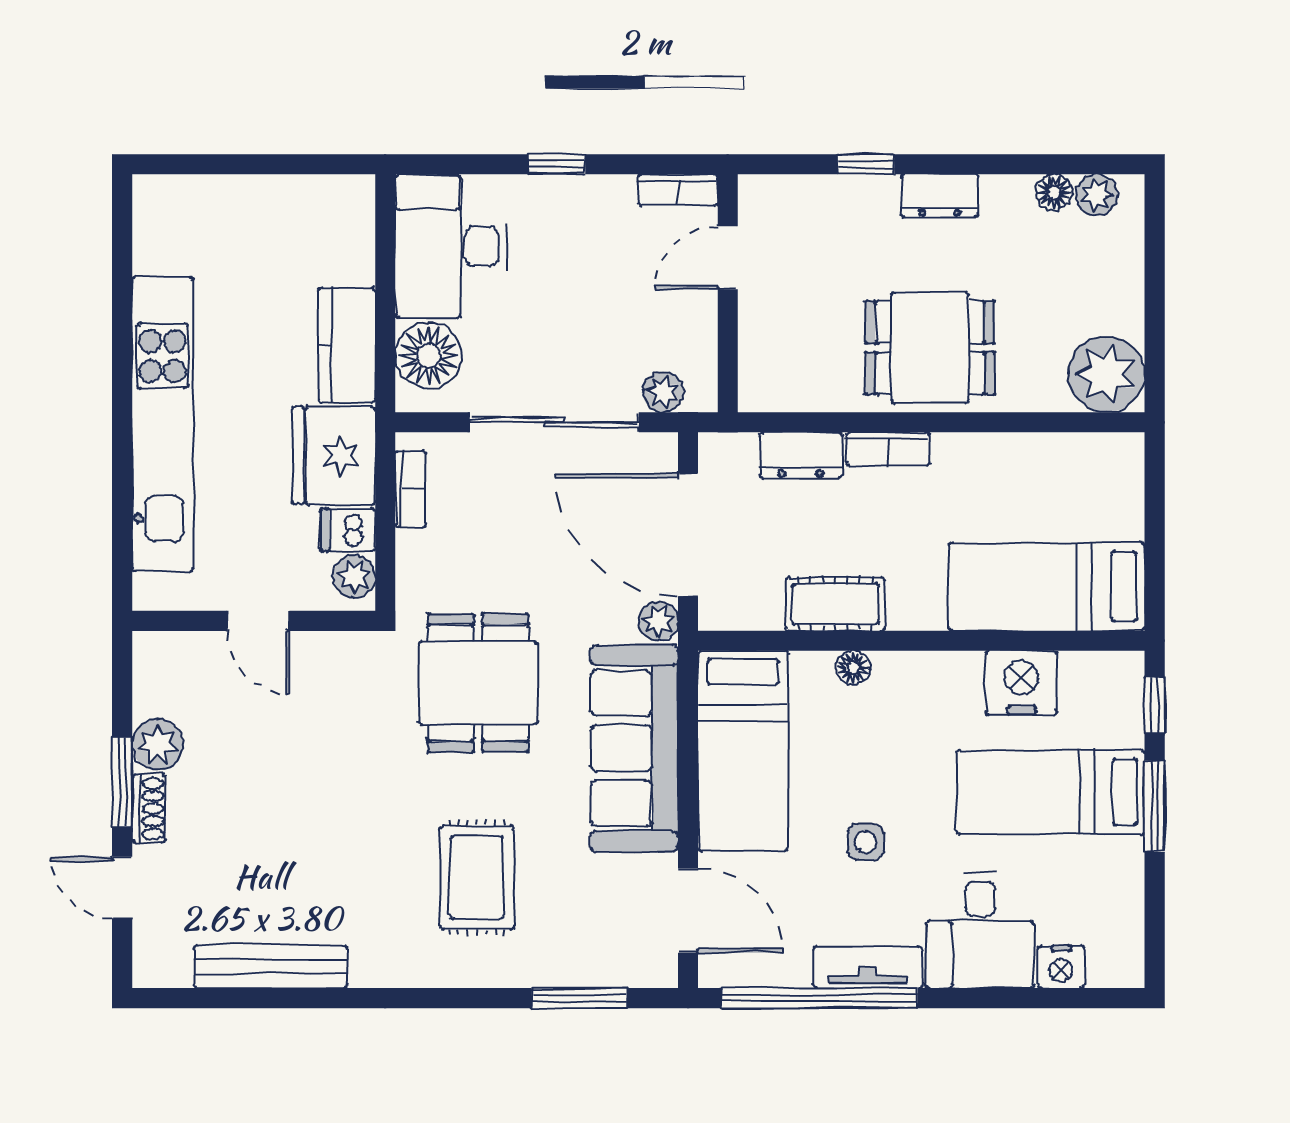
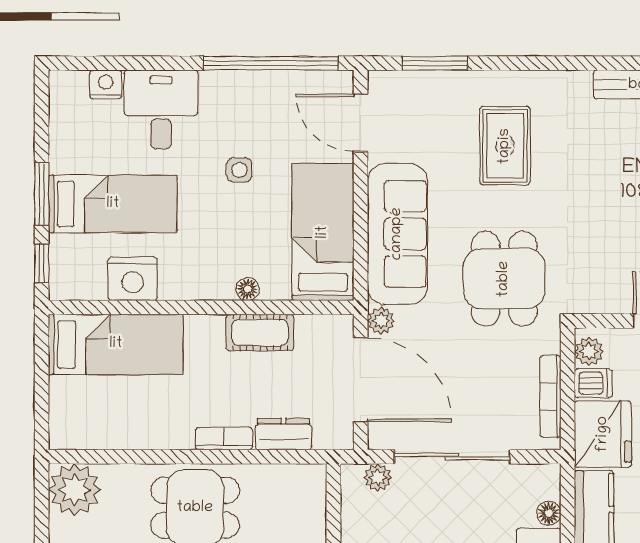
floor lamp: (429, 355) -> (549, 513), width x0.53, depth x0.53
bookcase: (411, 489) -> (550, 396), width x1.56
tv unit: (868, 967) -> (238, 84), removed

